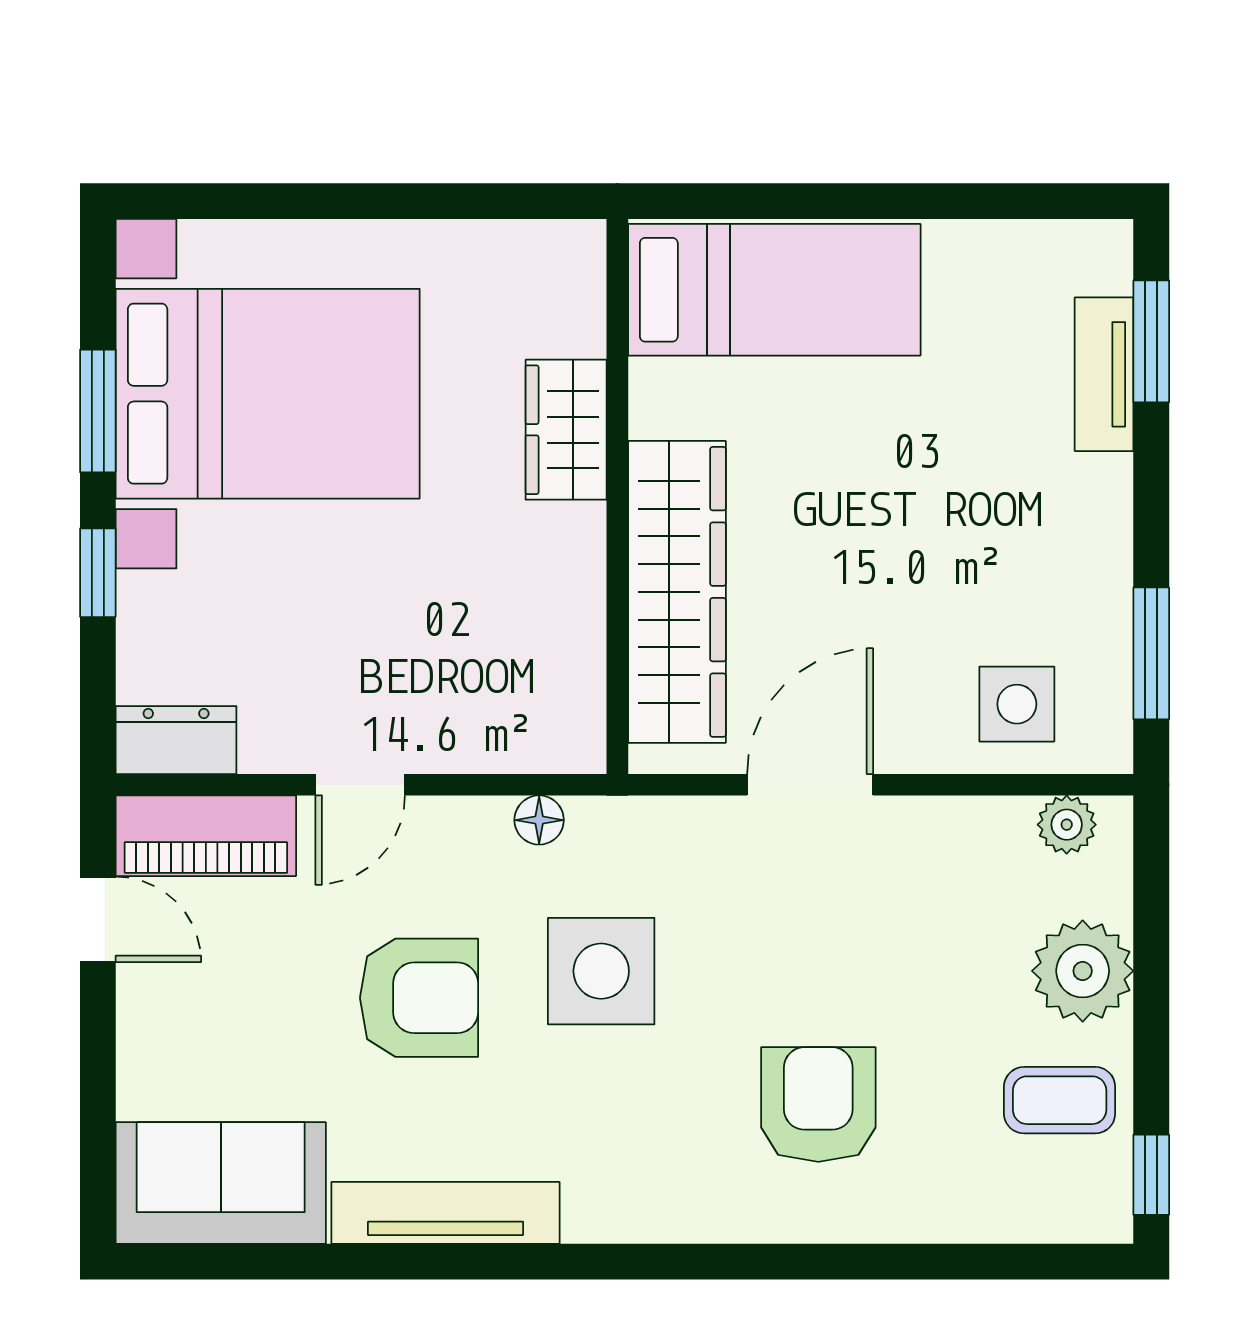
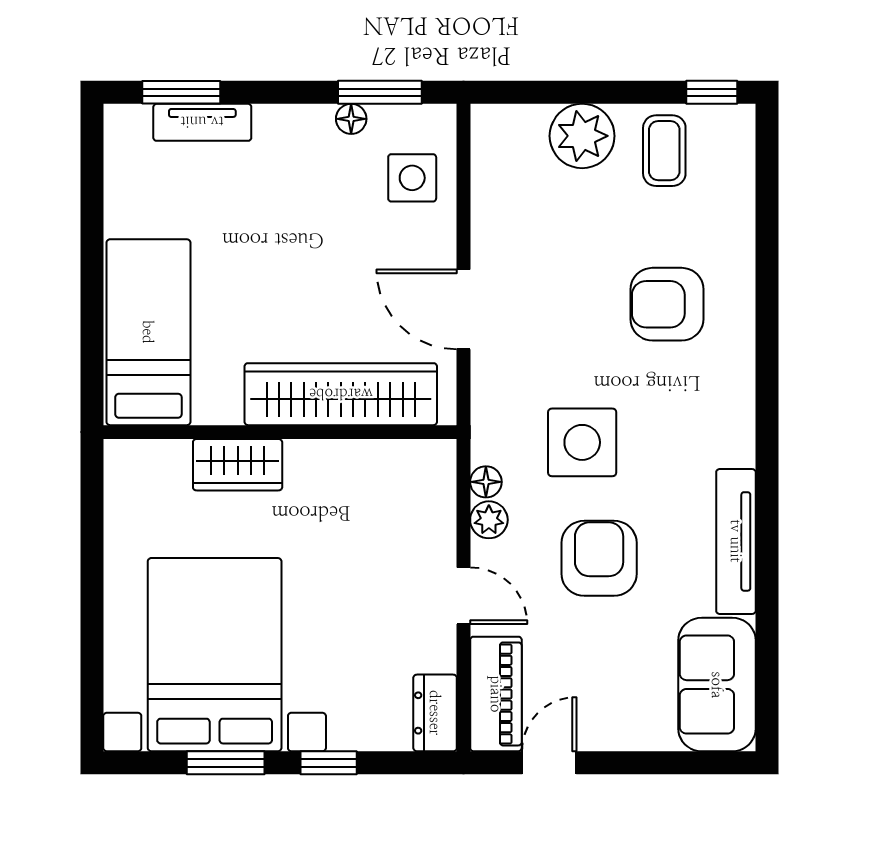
floor lamp: (1110, 608) -> (351, 119), added
plant: (1067, 825) -> (489, 520), moved

